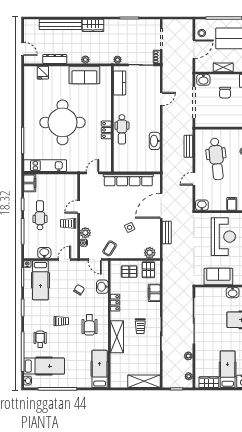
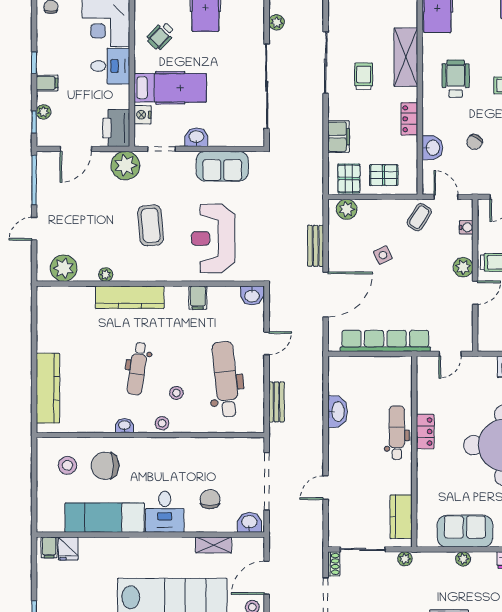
plant: (85, 233) -> (463, 267), moved

